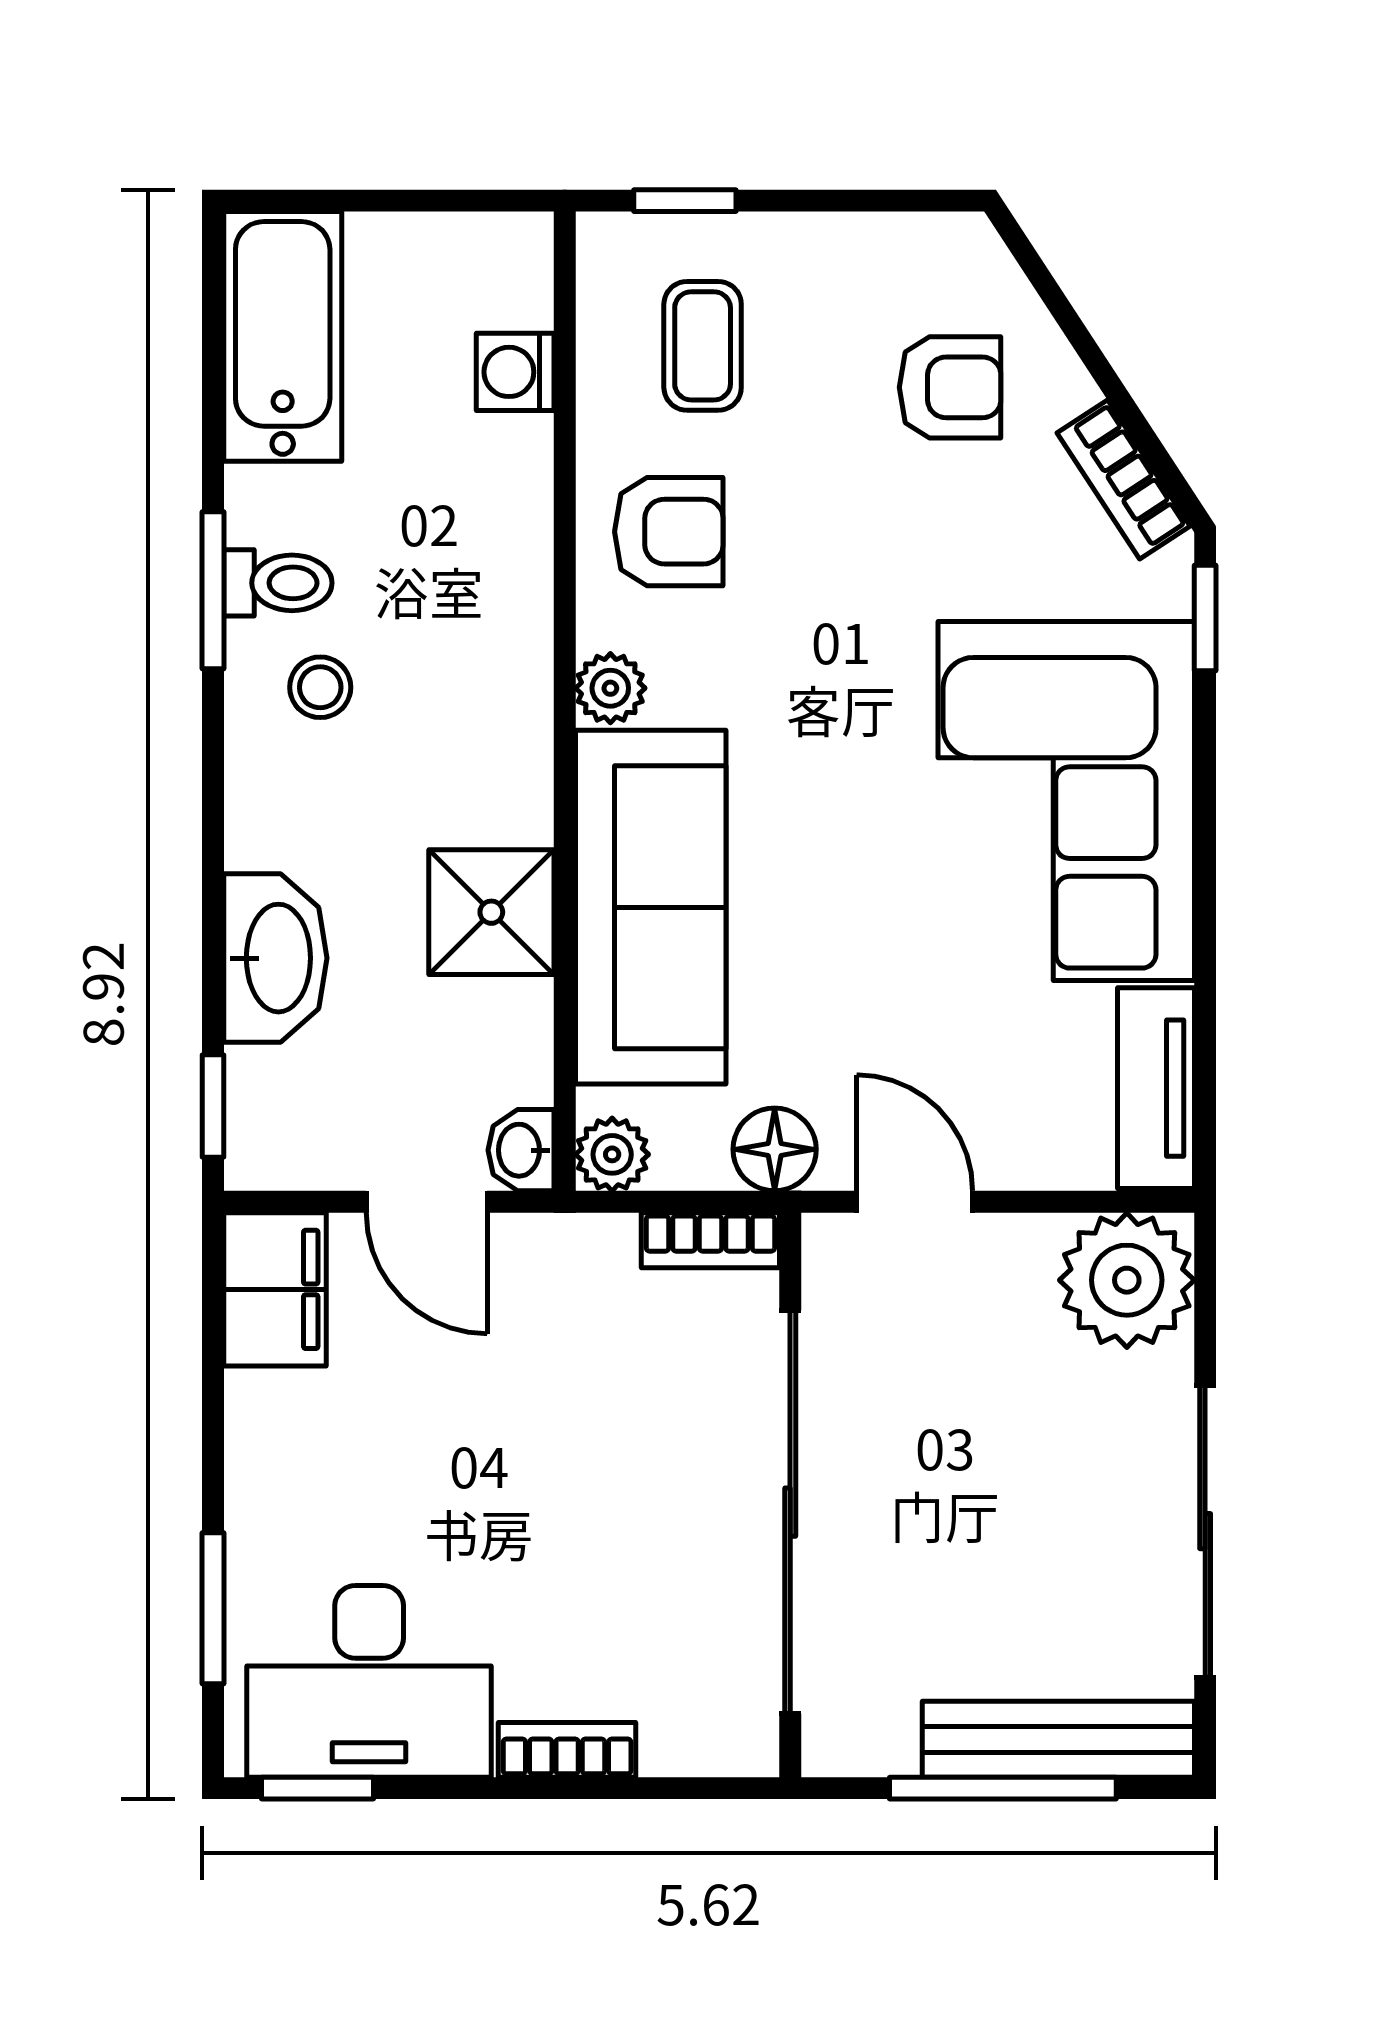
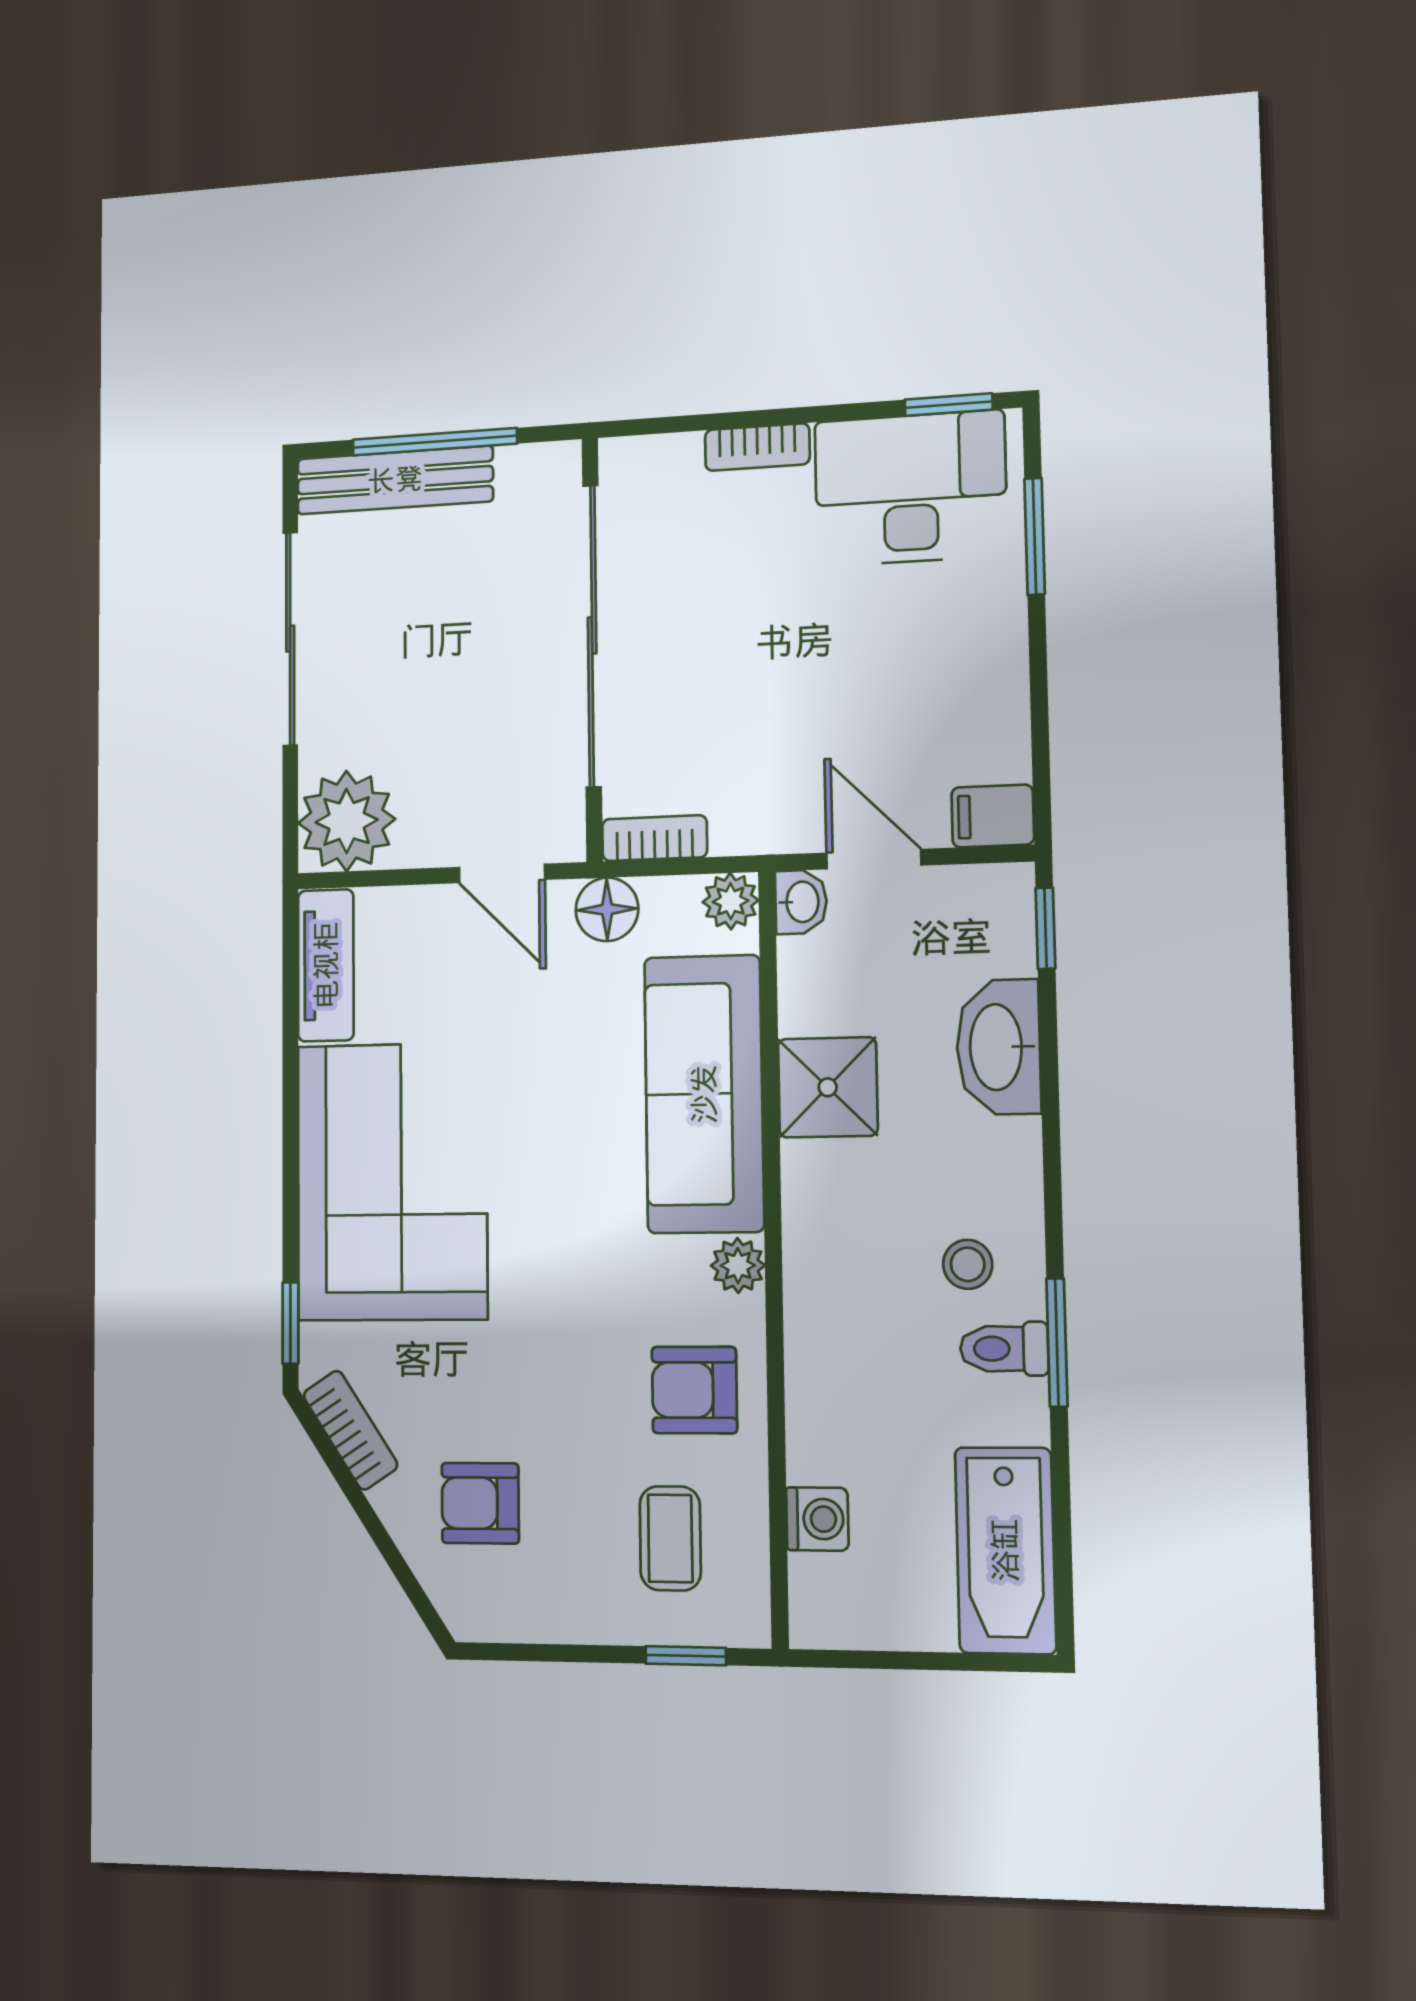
filing cabinet: (275, 1289) -> (993, 816), width x0.50

